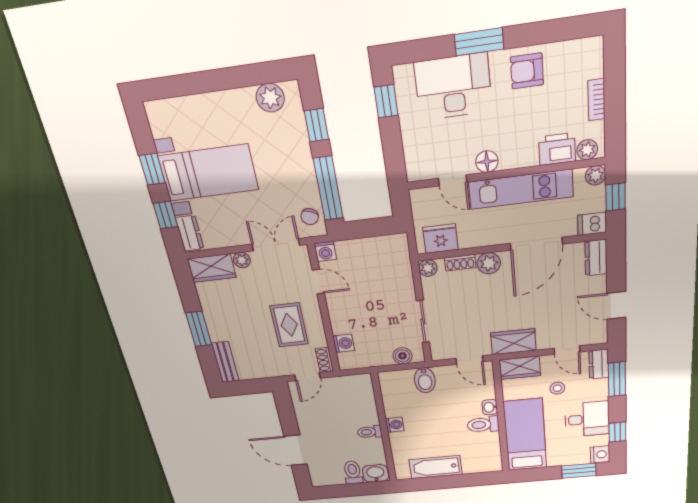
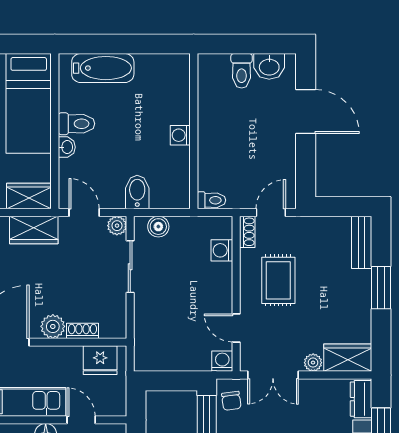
chair: (310, 217) -> (231, 401), turned 150
plant: (428, 268) -> (117, 226), moved
toilet: (370, 432) -> (211, 200), moved
bathtub: (436, 467) -> (103, 68), moved
washbasin: (376, 473) -> (269, 66), moved

